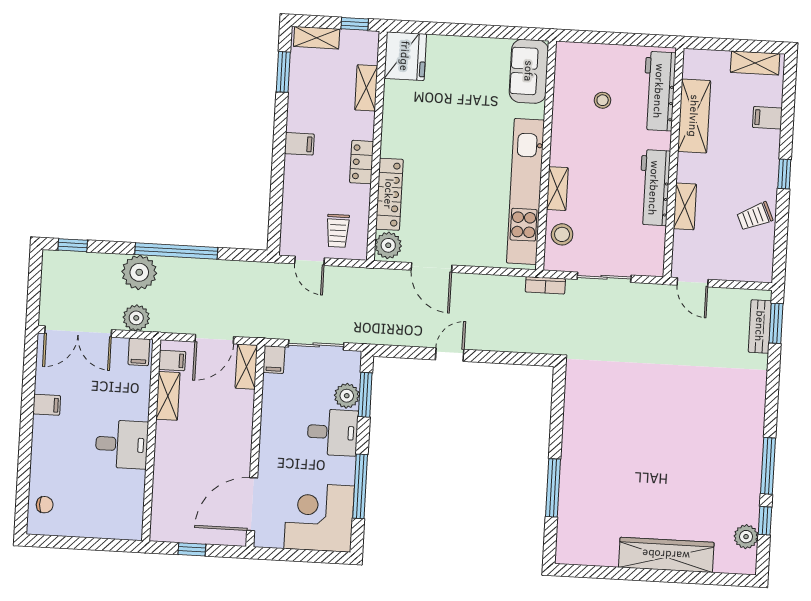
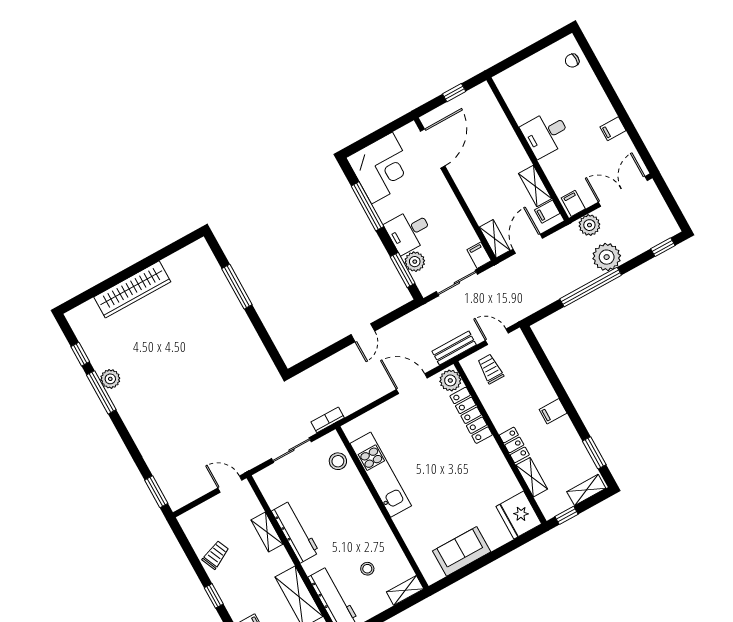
sofa: (529, 71) -> (462, 551), moved, turned -90
locker: (362, 162) -> (514, 445), moved
shelving: (557, 189) -> (405, 590), moved, turned 90
kitchen unit: (525, 191) -> (381, 475), width x0.73
bench: (760, 326) -> (454, 348), moved, turned 90
plant: (746, 537) -> (110, 379), moved

